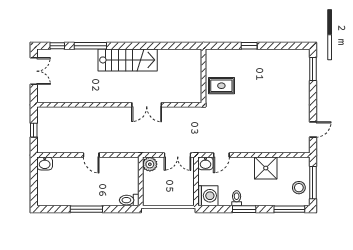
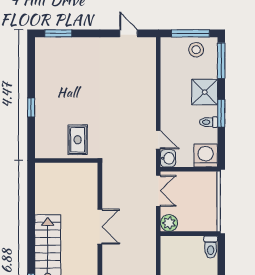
shower: (266, 168) -> (205, 92), moved

